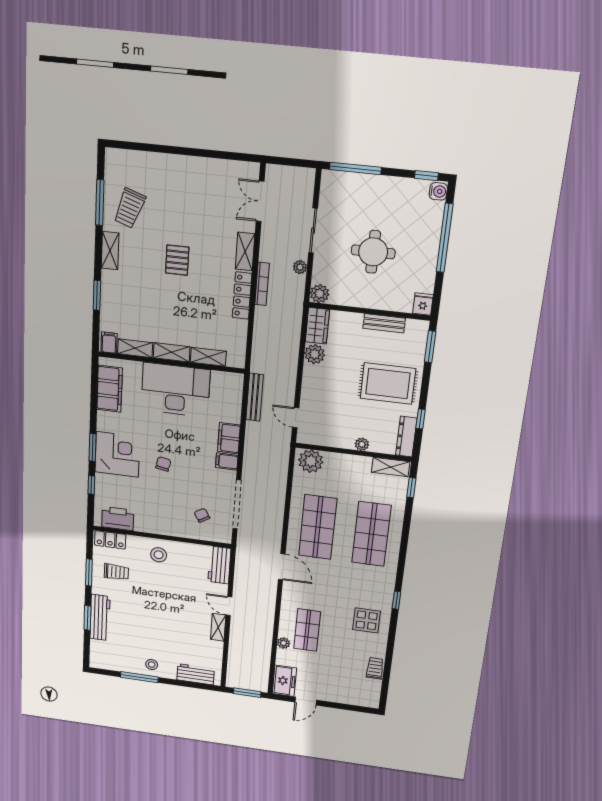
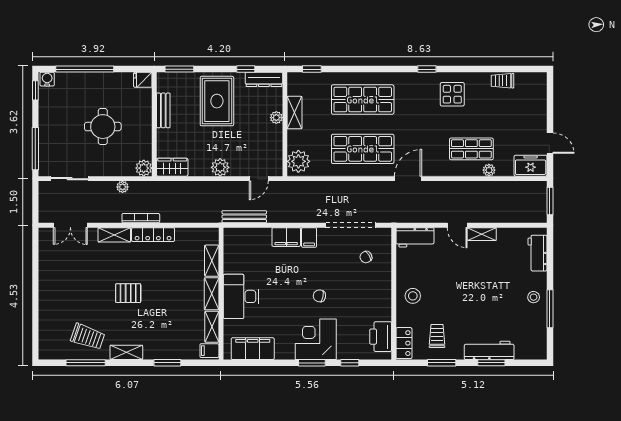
sliding door: (313, 231) -> (70, 179), moved
plant: (315, 354) -> (220, 167), moved
desk: (176, 390) -> (241, 296), width x0.73, depth x0.77
shelving: (391, 467) -> (295, 113), moved
door: (229, 606) -> (457, 225), hinge flipped

